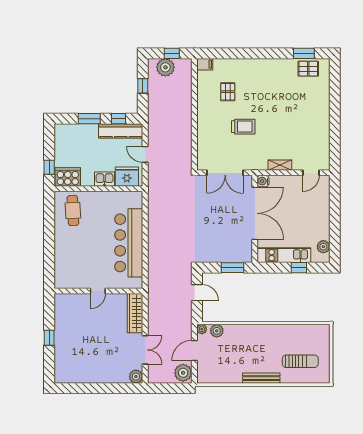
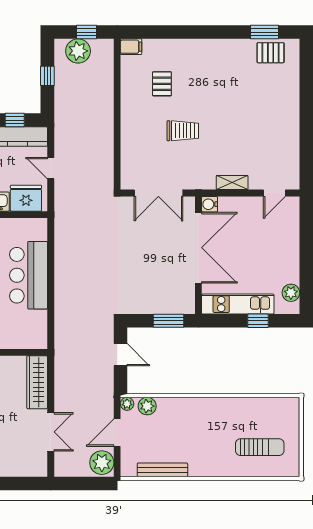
bar counter: (129, 243) -> (29, 275), width x0.73
plant: (136, 377) -> (38, 468), removed
bench: (261, 378) -> (162, 470), moved

